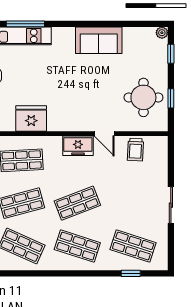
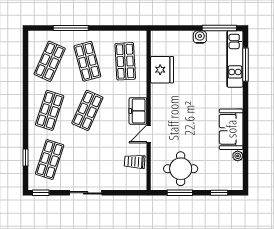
plant: (162, 33) -> (238, 156), moved
window: (171, 98) -> (180, 193), width x1.50
shop shelf: (77, 203) -> (87, 110), turned 45
window: (171, 256) -> (41, 193), added

